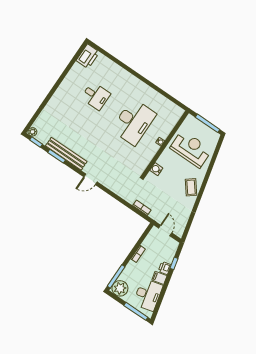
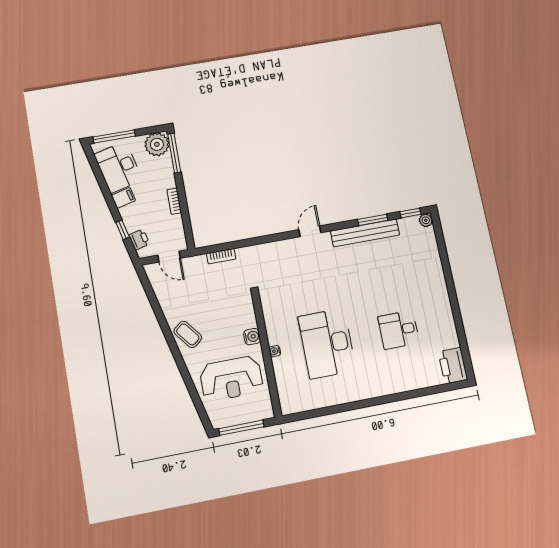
water cooler: (156, 169) -> (252, 337), moved
printer: (165, 268) -> (139, 240), moved

